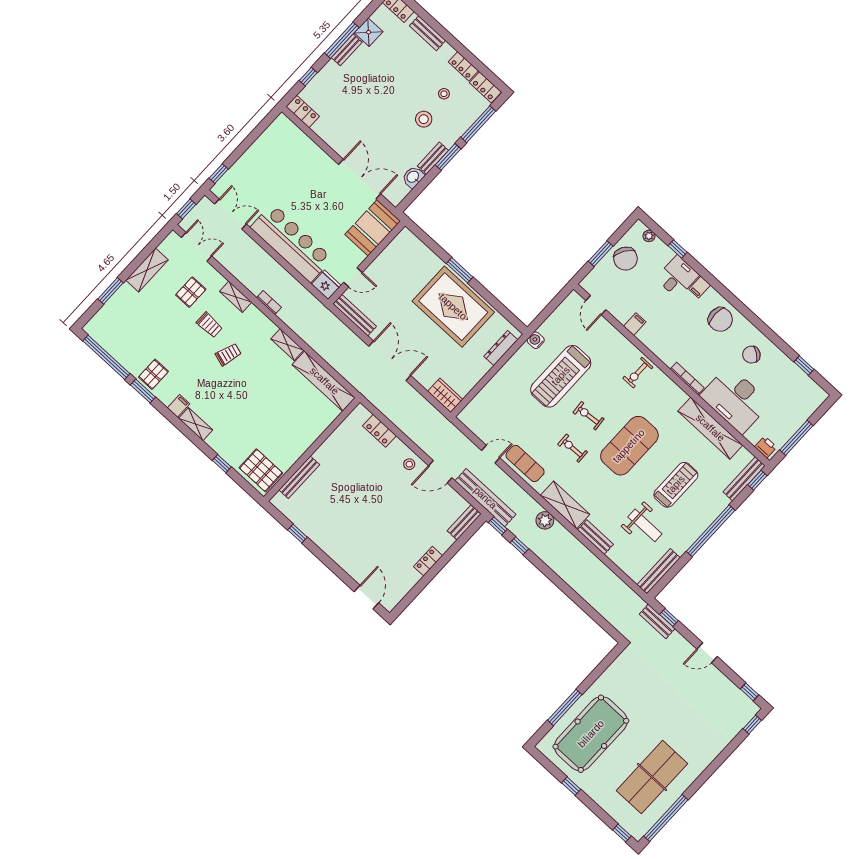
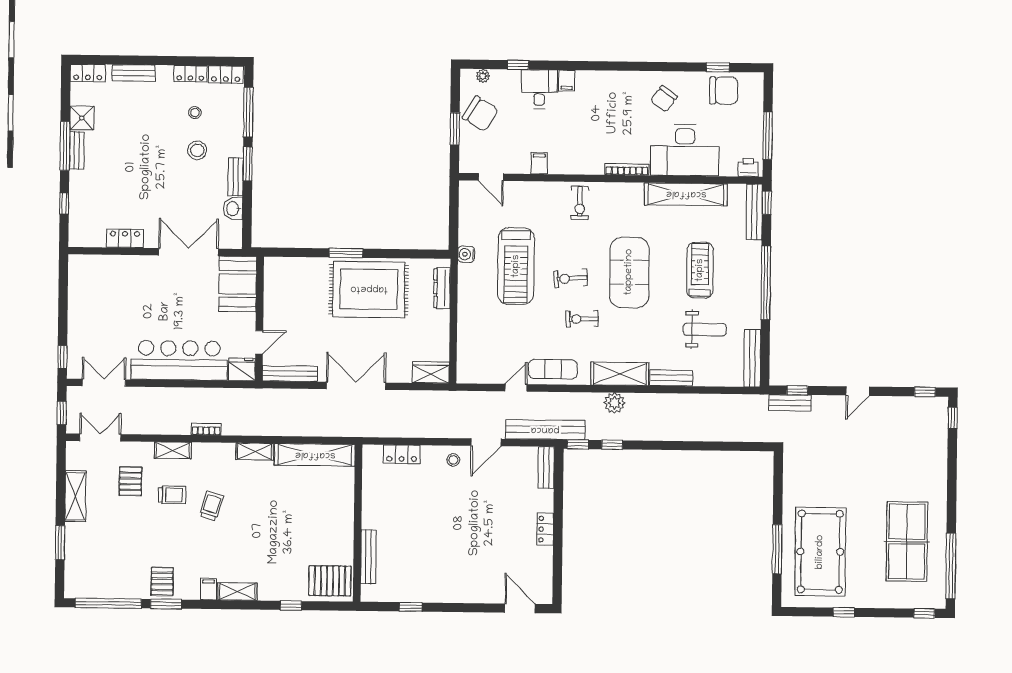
locker: (303, 112) -> (125, 238), moved
chair: (720, 319) -> (724, 91), moved

